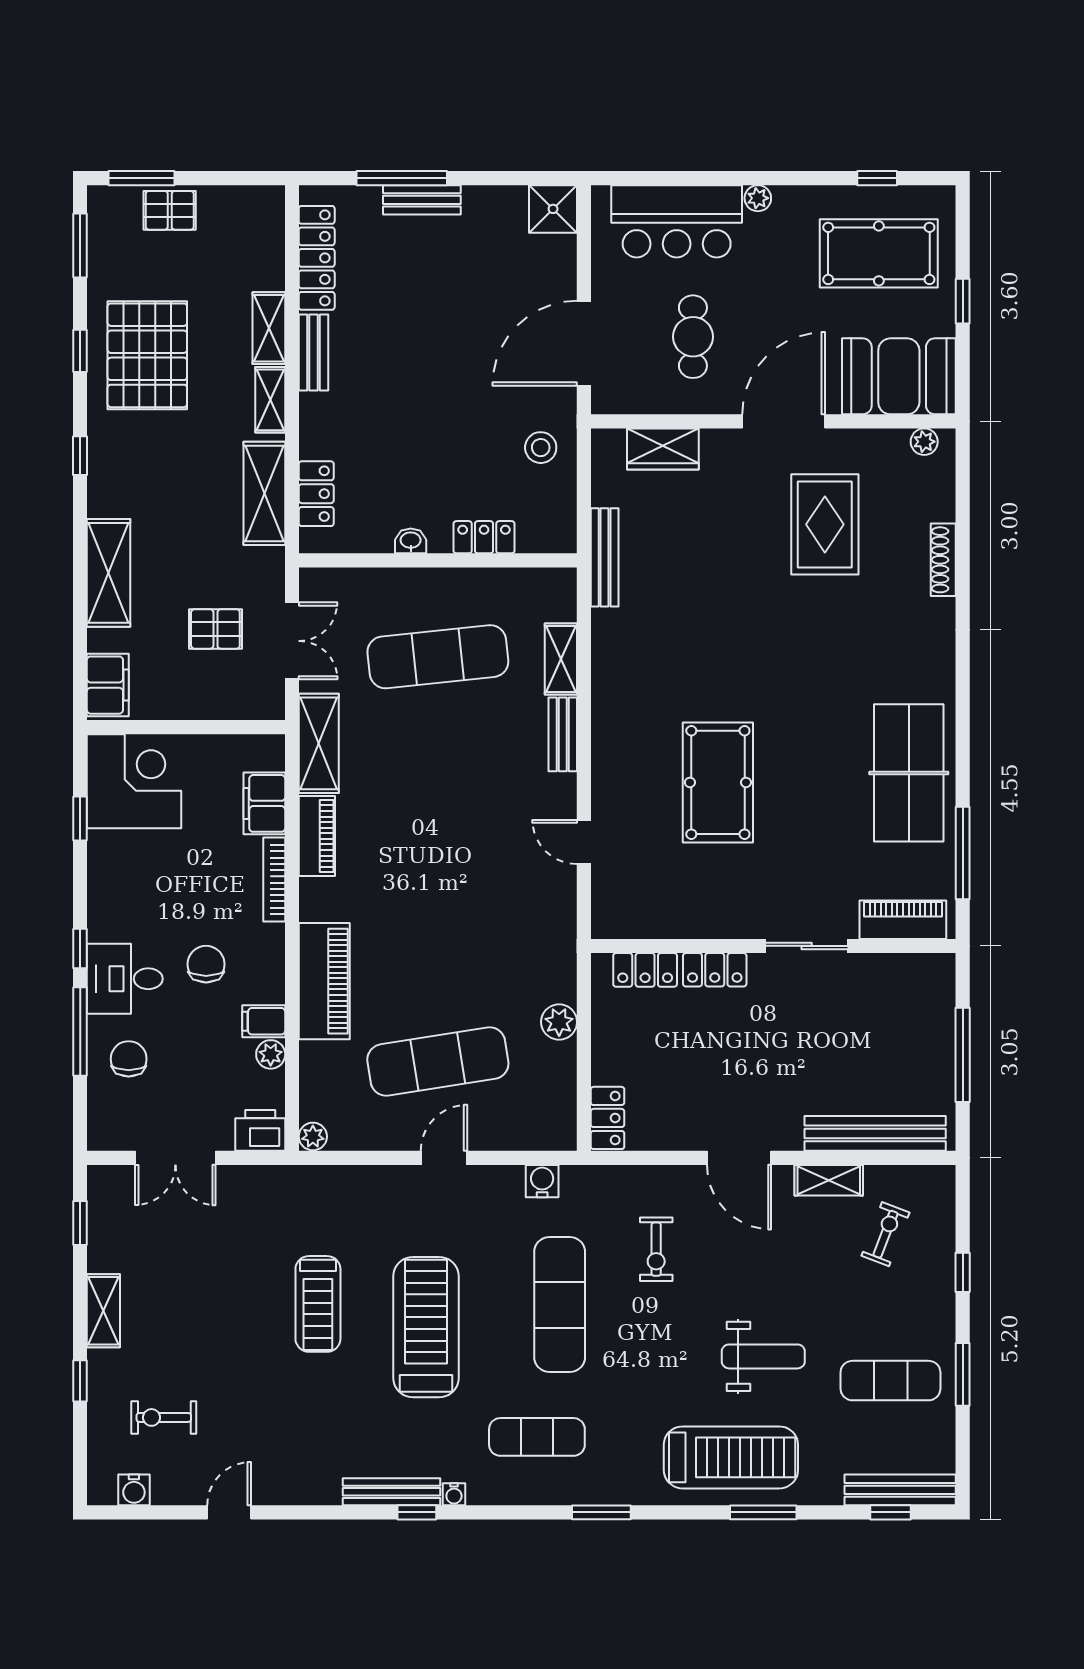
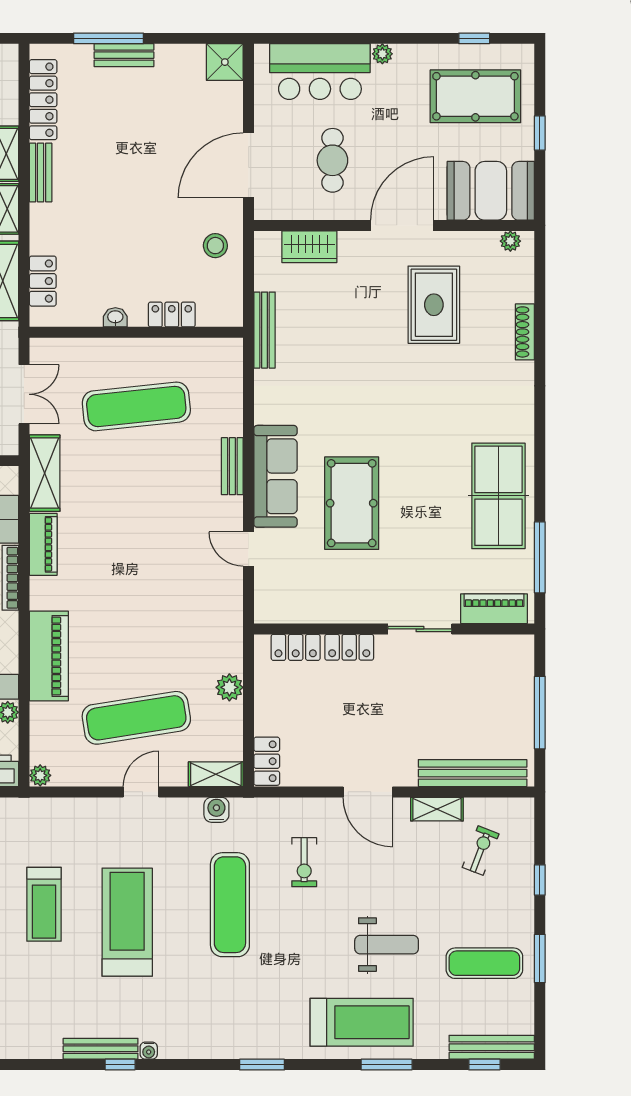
shelving: (561, 659) -> (216, 774), moved, turned 90
sofa: (619, 747) -> (275, 476), added
exercise mat: (537, 1437) -> (212, 1007), removed

